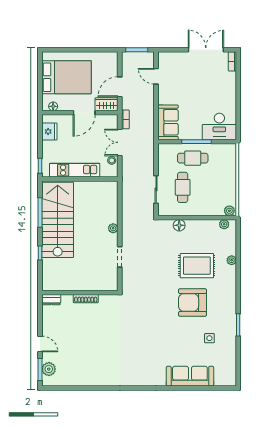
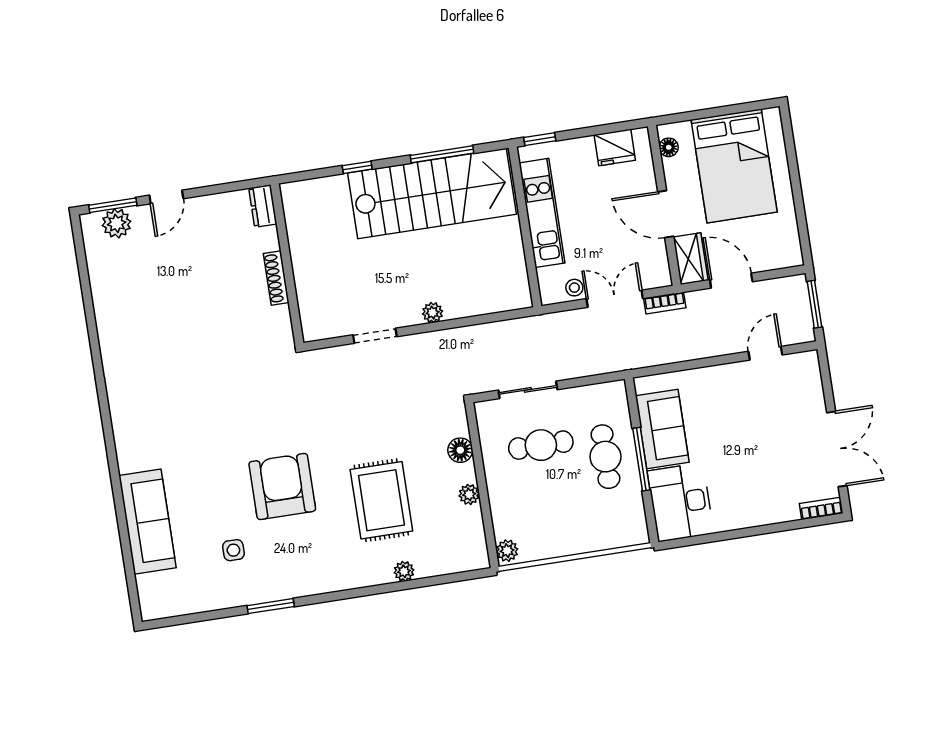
sofa: (168, 122) -> (662, 429), moved, turned -90
plant: (224, 224) -> (469, 494), moved
armchair: (192, 302) -> (282, 486), moved

